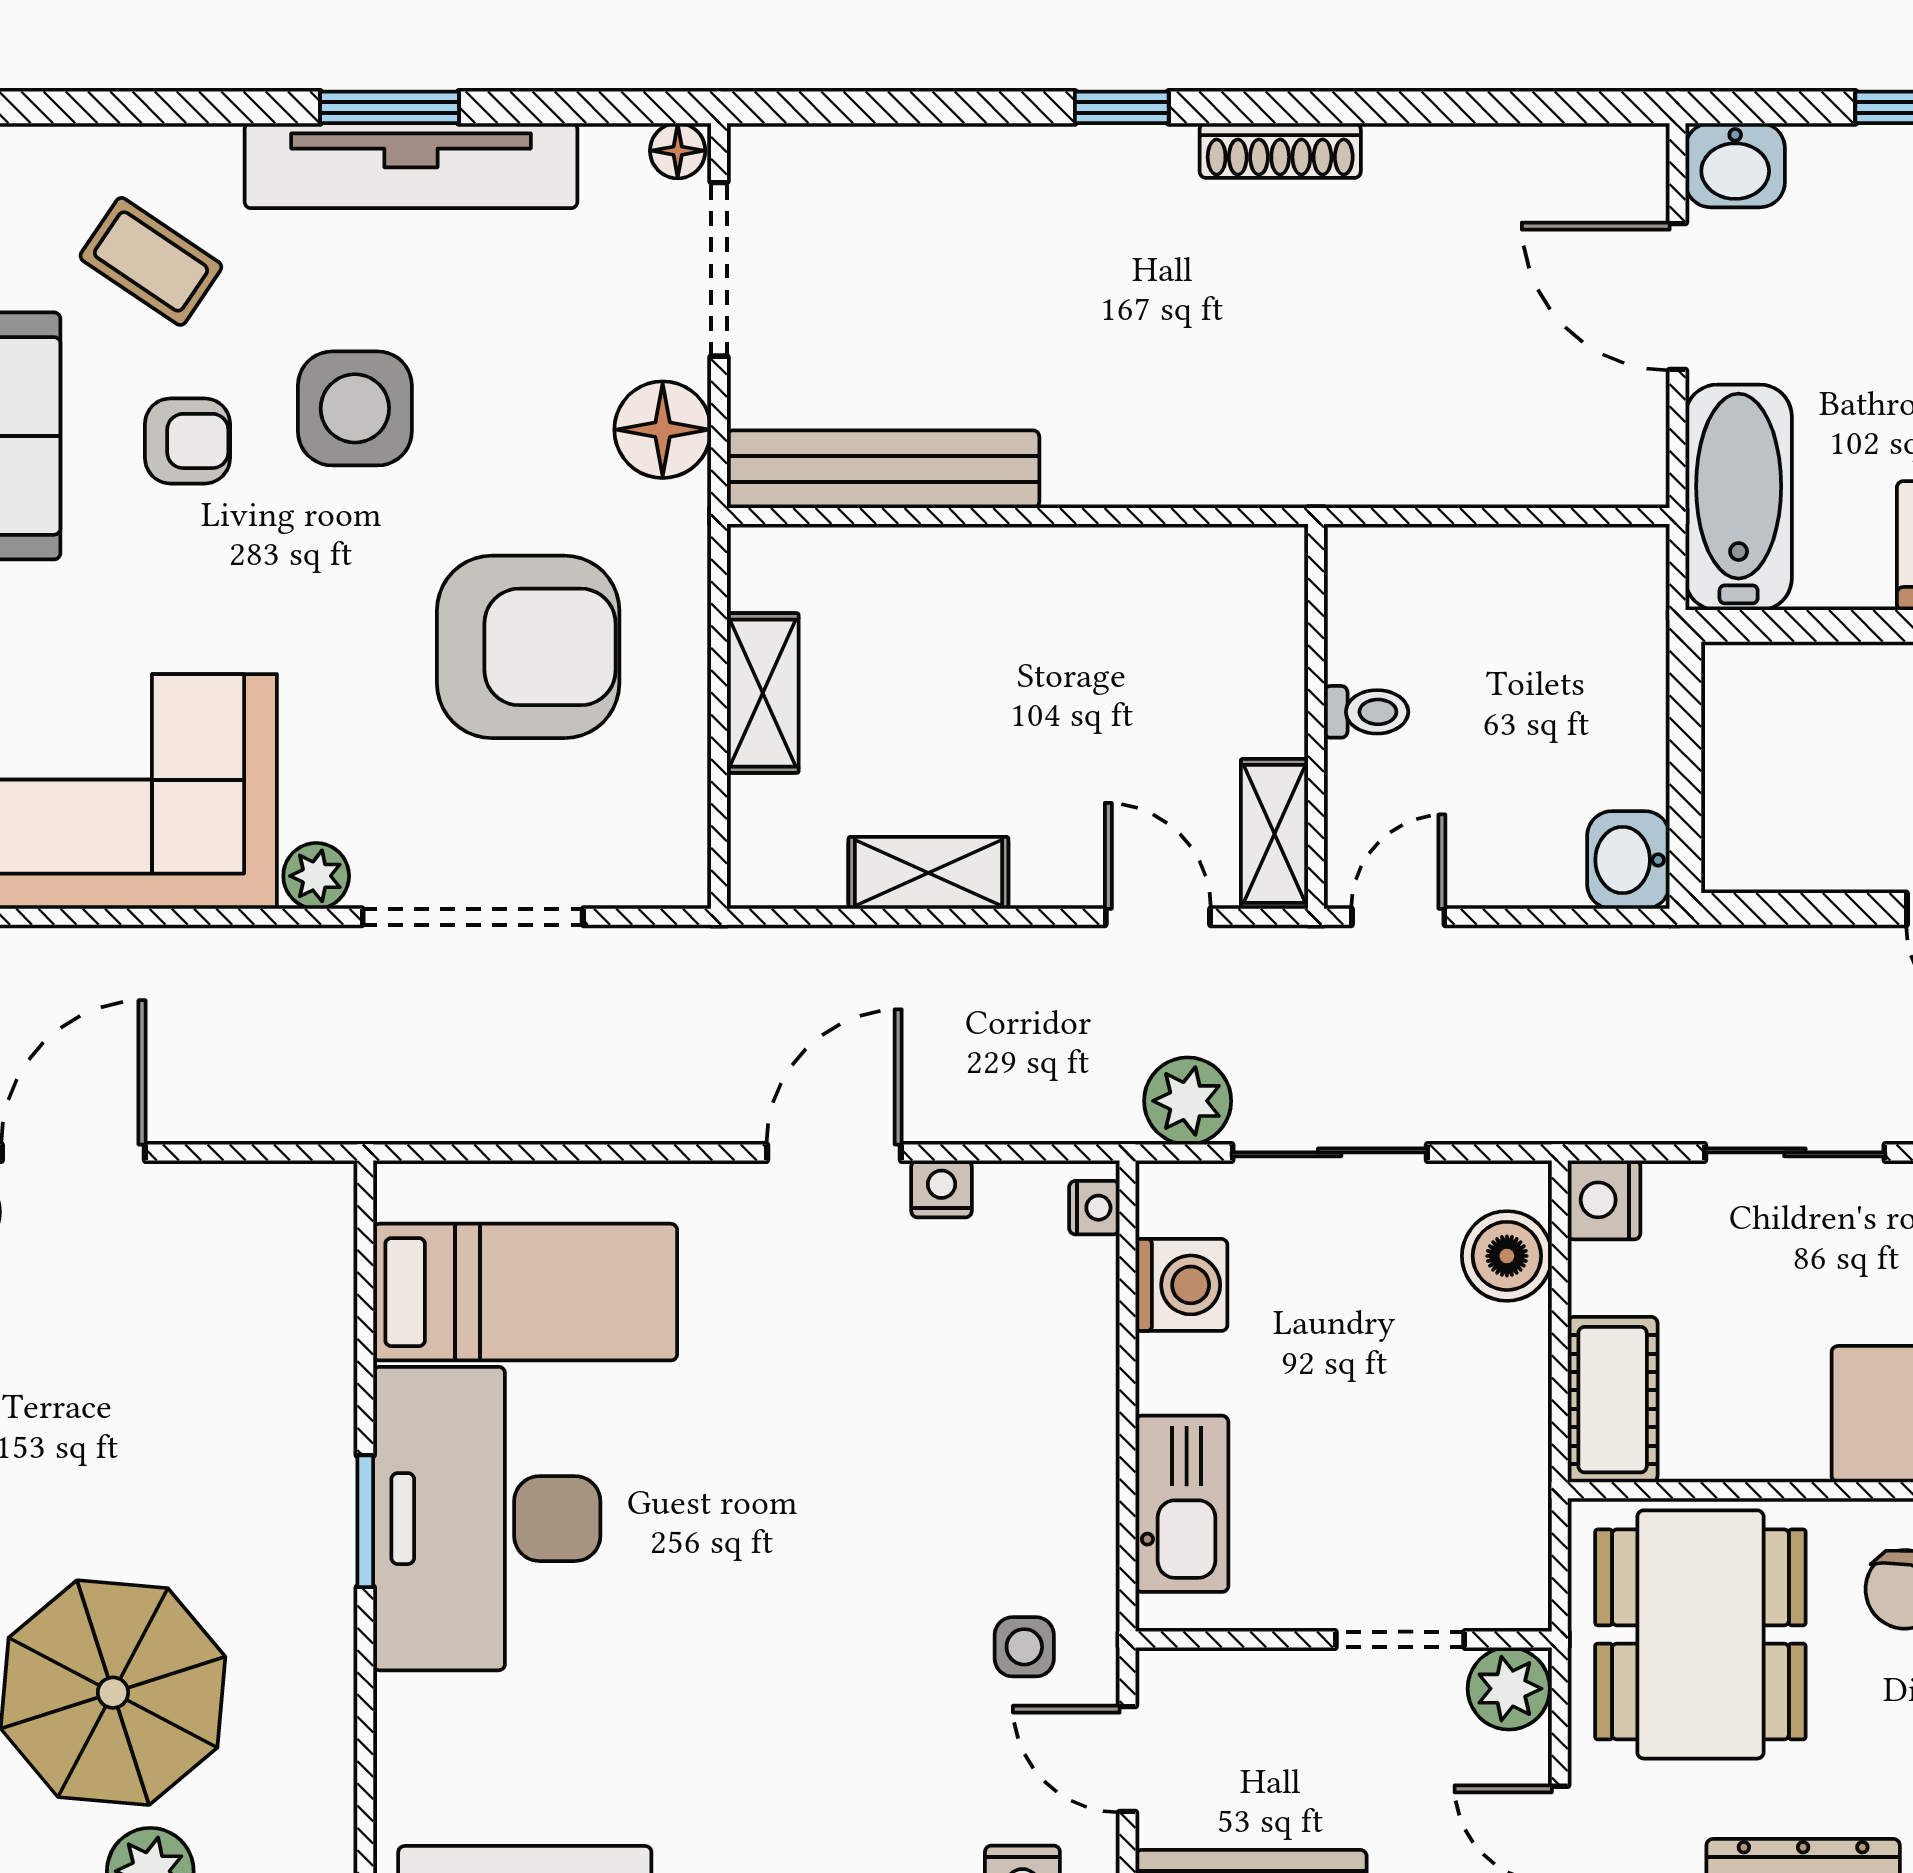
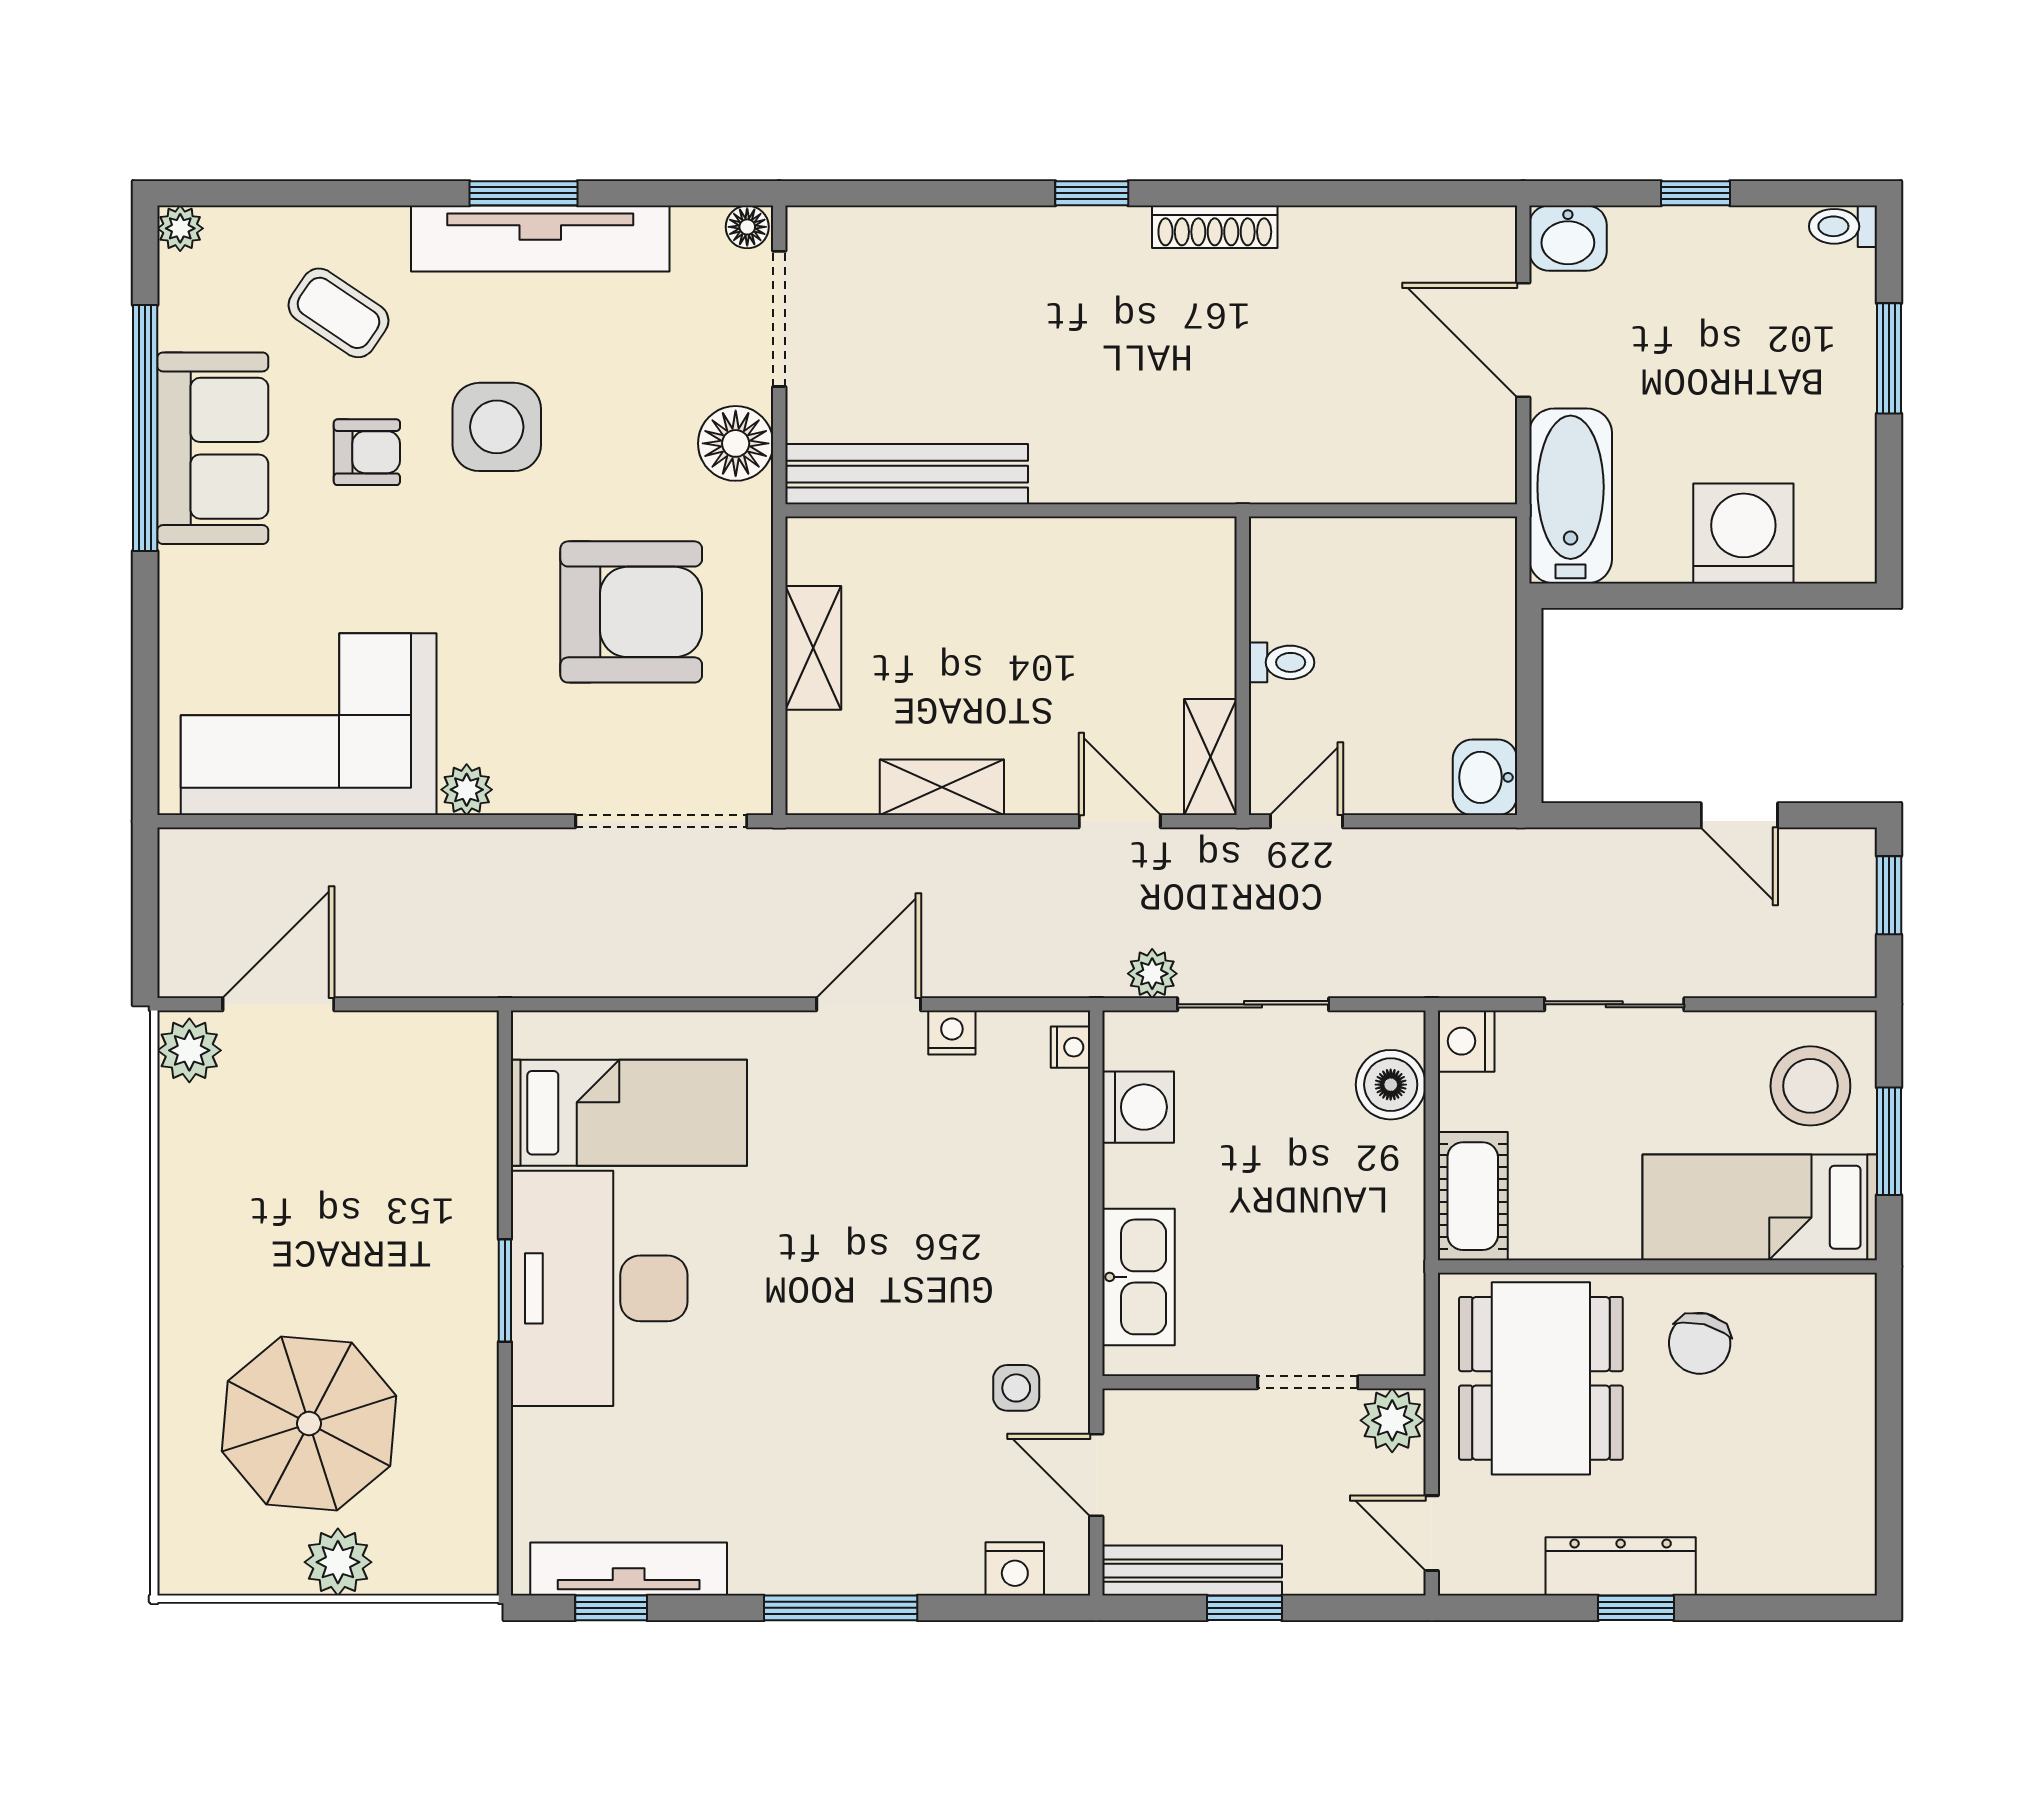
doorway: (473, 917) -> (661, 821), moved
plant: (1188, 1101) -> (1152, 974), width x0.73, depth x0.73

